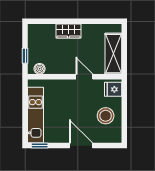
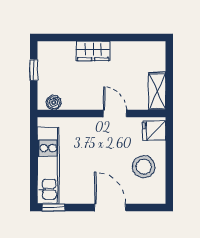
shelving: (113, 54) -> (157, 91), width x0.67, depth x0.75
window: (25, 56) -> (34, 70), moved

